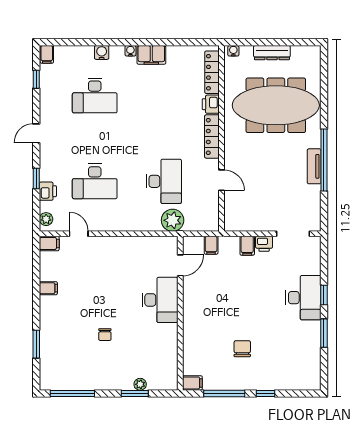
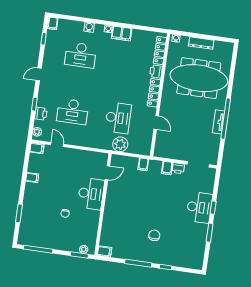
door: (180, 265) -> (107, 173), moved
desk: (160, 300) -> (91, 194), moved
wall: (180, 313) -> (103, 204), moved
filing cabinet: (192, 383) -> (105, 251), moved

